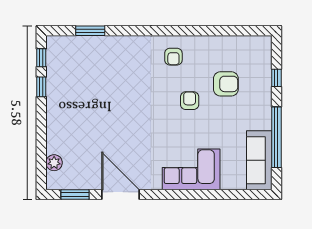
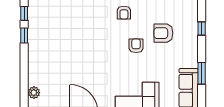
armchair: (226, 84) -> (163, 33), turned 180
window: (276, 137) -> (202, 73), width x0.47

